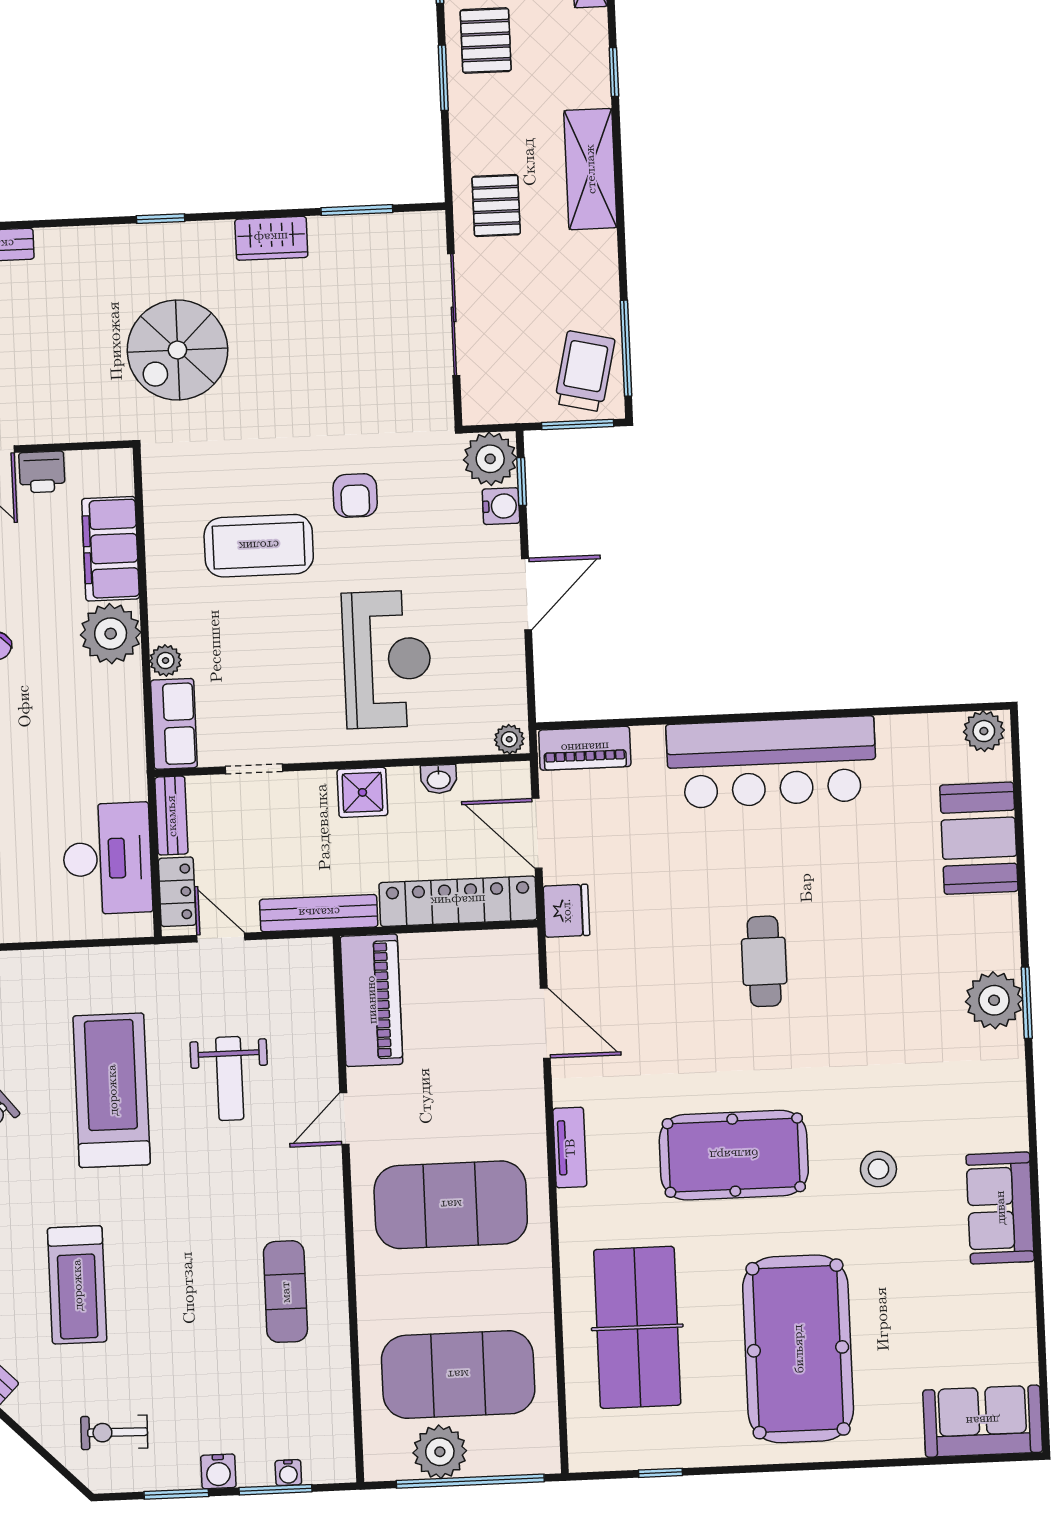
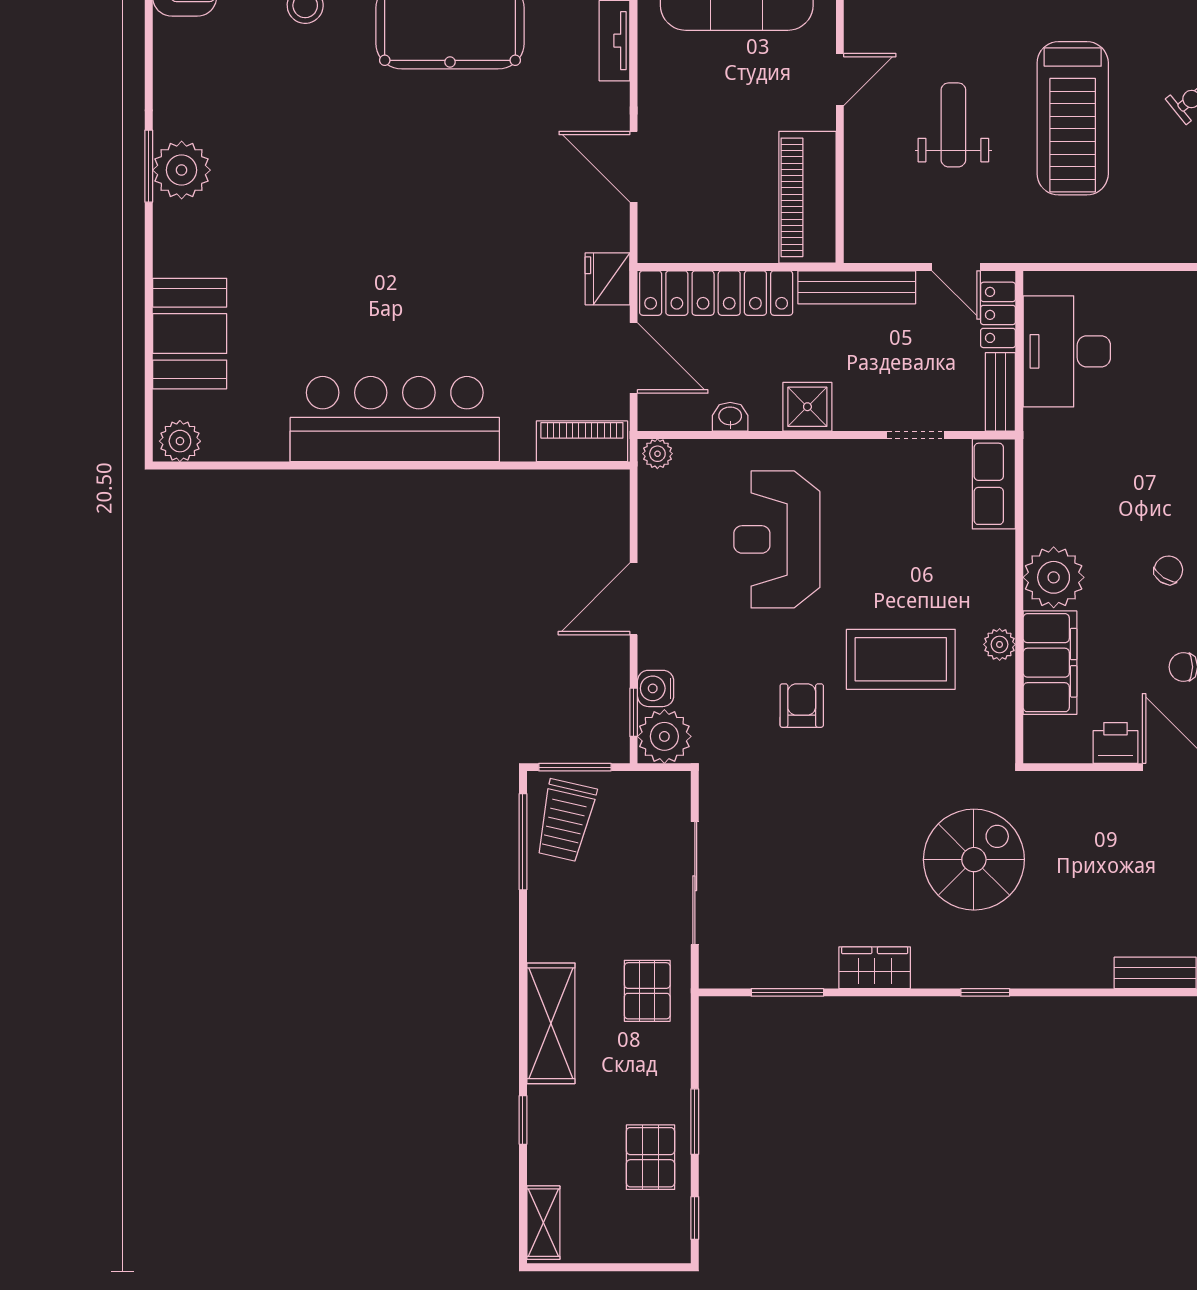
plant: (166, 661) -> (1000, 644), moved
cafe table: (764, 961) -> (411, 219), removed

